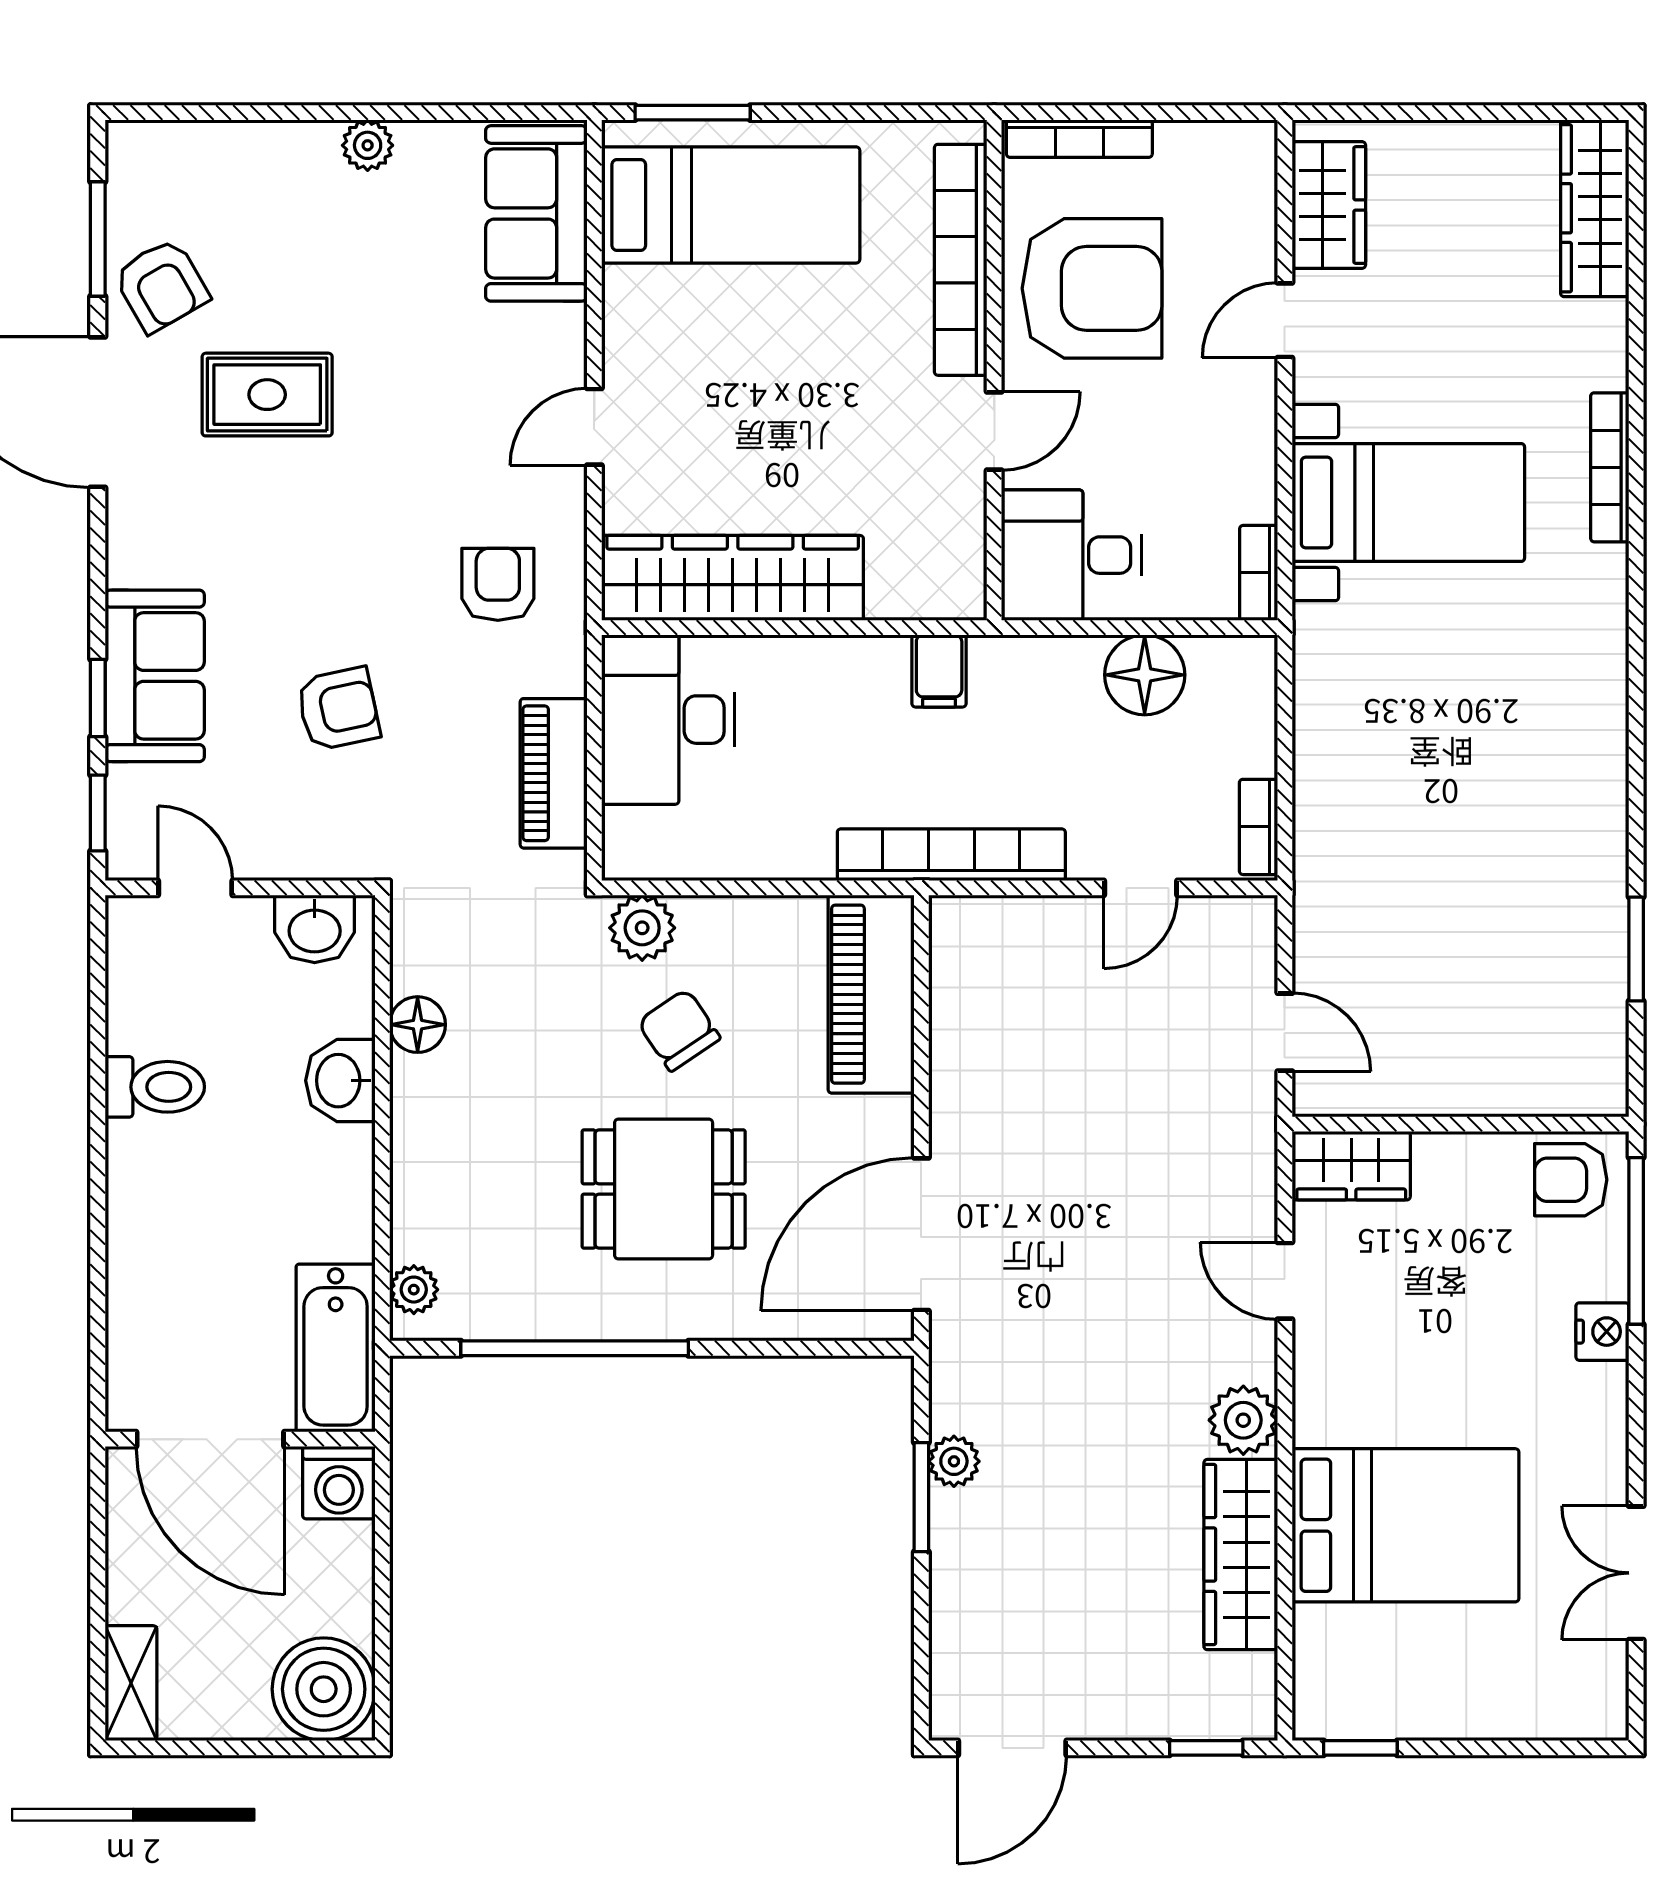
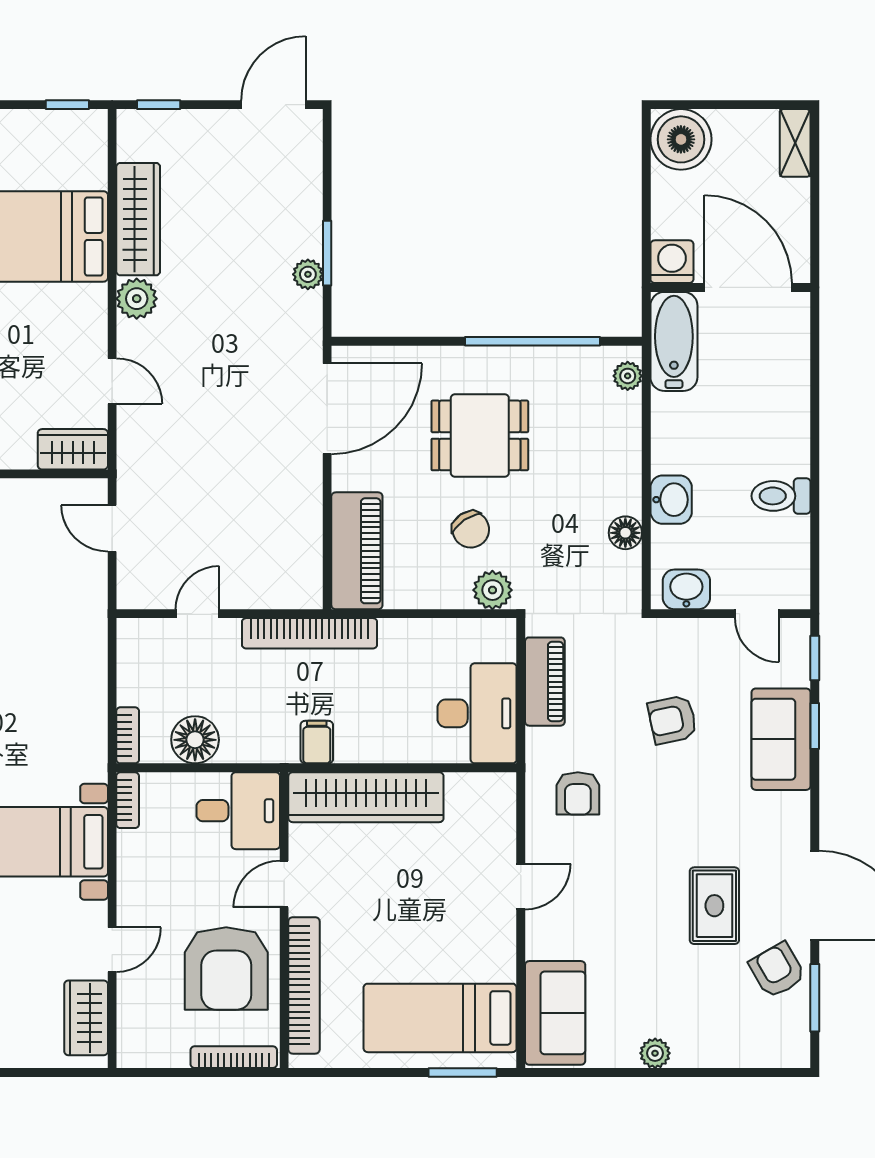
armchair: (1092, 288) -> (226, 969), turned -90
rug: (267, 395) -> (714, 906), turned 90
wardrobe: (733, 578) -> (366, 797), moved
bookcase: (1258, 827) -> (128, 735), moved

